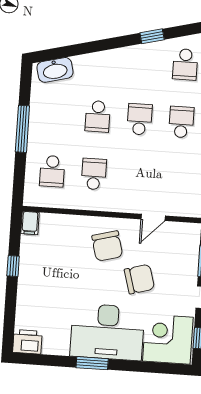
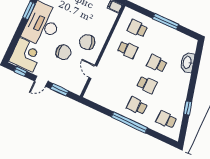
washbasin: (55, 70) -> (187, 62), moved
school desk: (181, 122) -> (137, 106), turned 180
chair: (139, 279) -> (63, 52), turned -74

